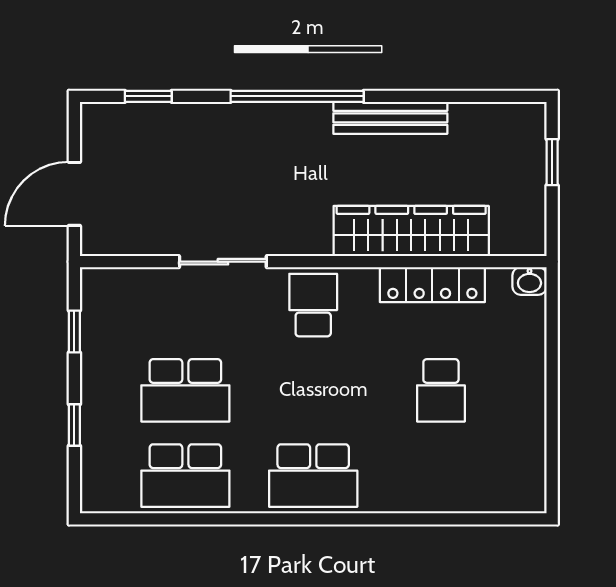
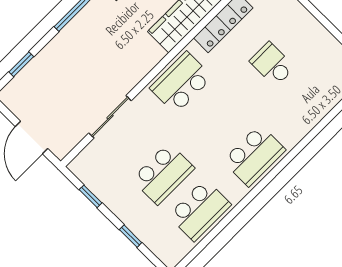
sliding door: (223, 262) -> (110, 117), moved
school desk: (313, 305) -> (181, 83), width x1.85
school desk: (441, 390) -> (272, 64), turned 180

